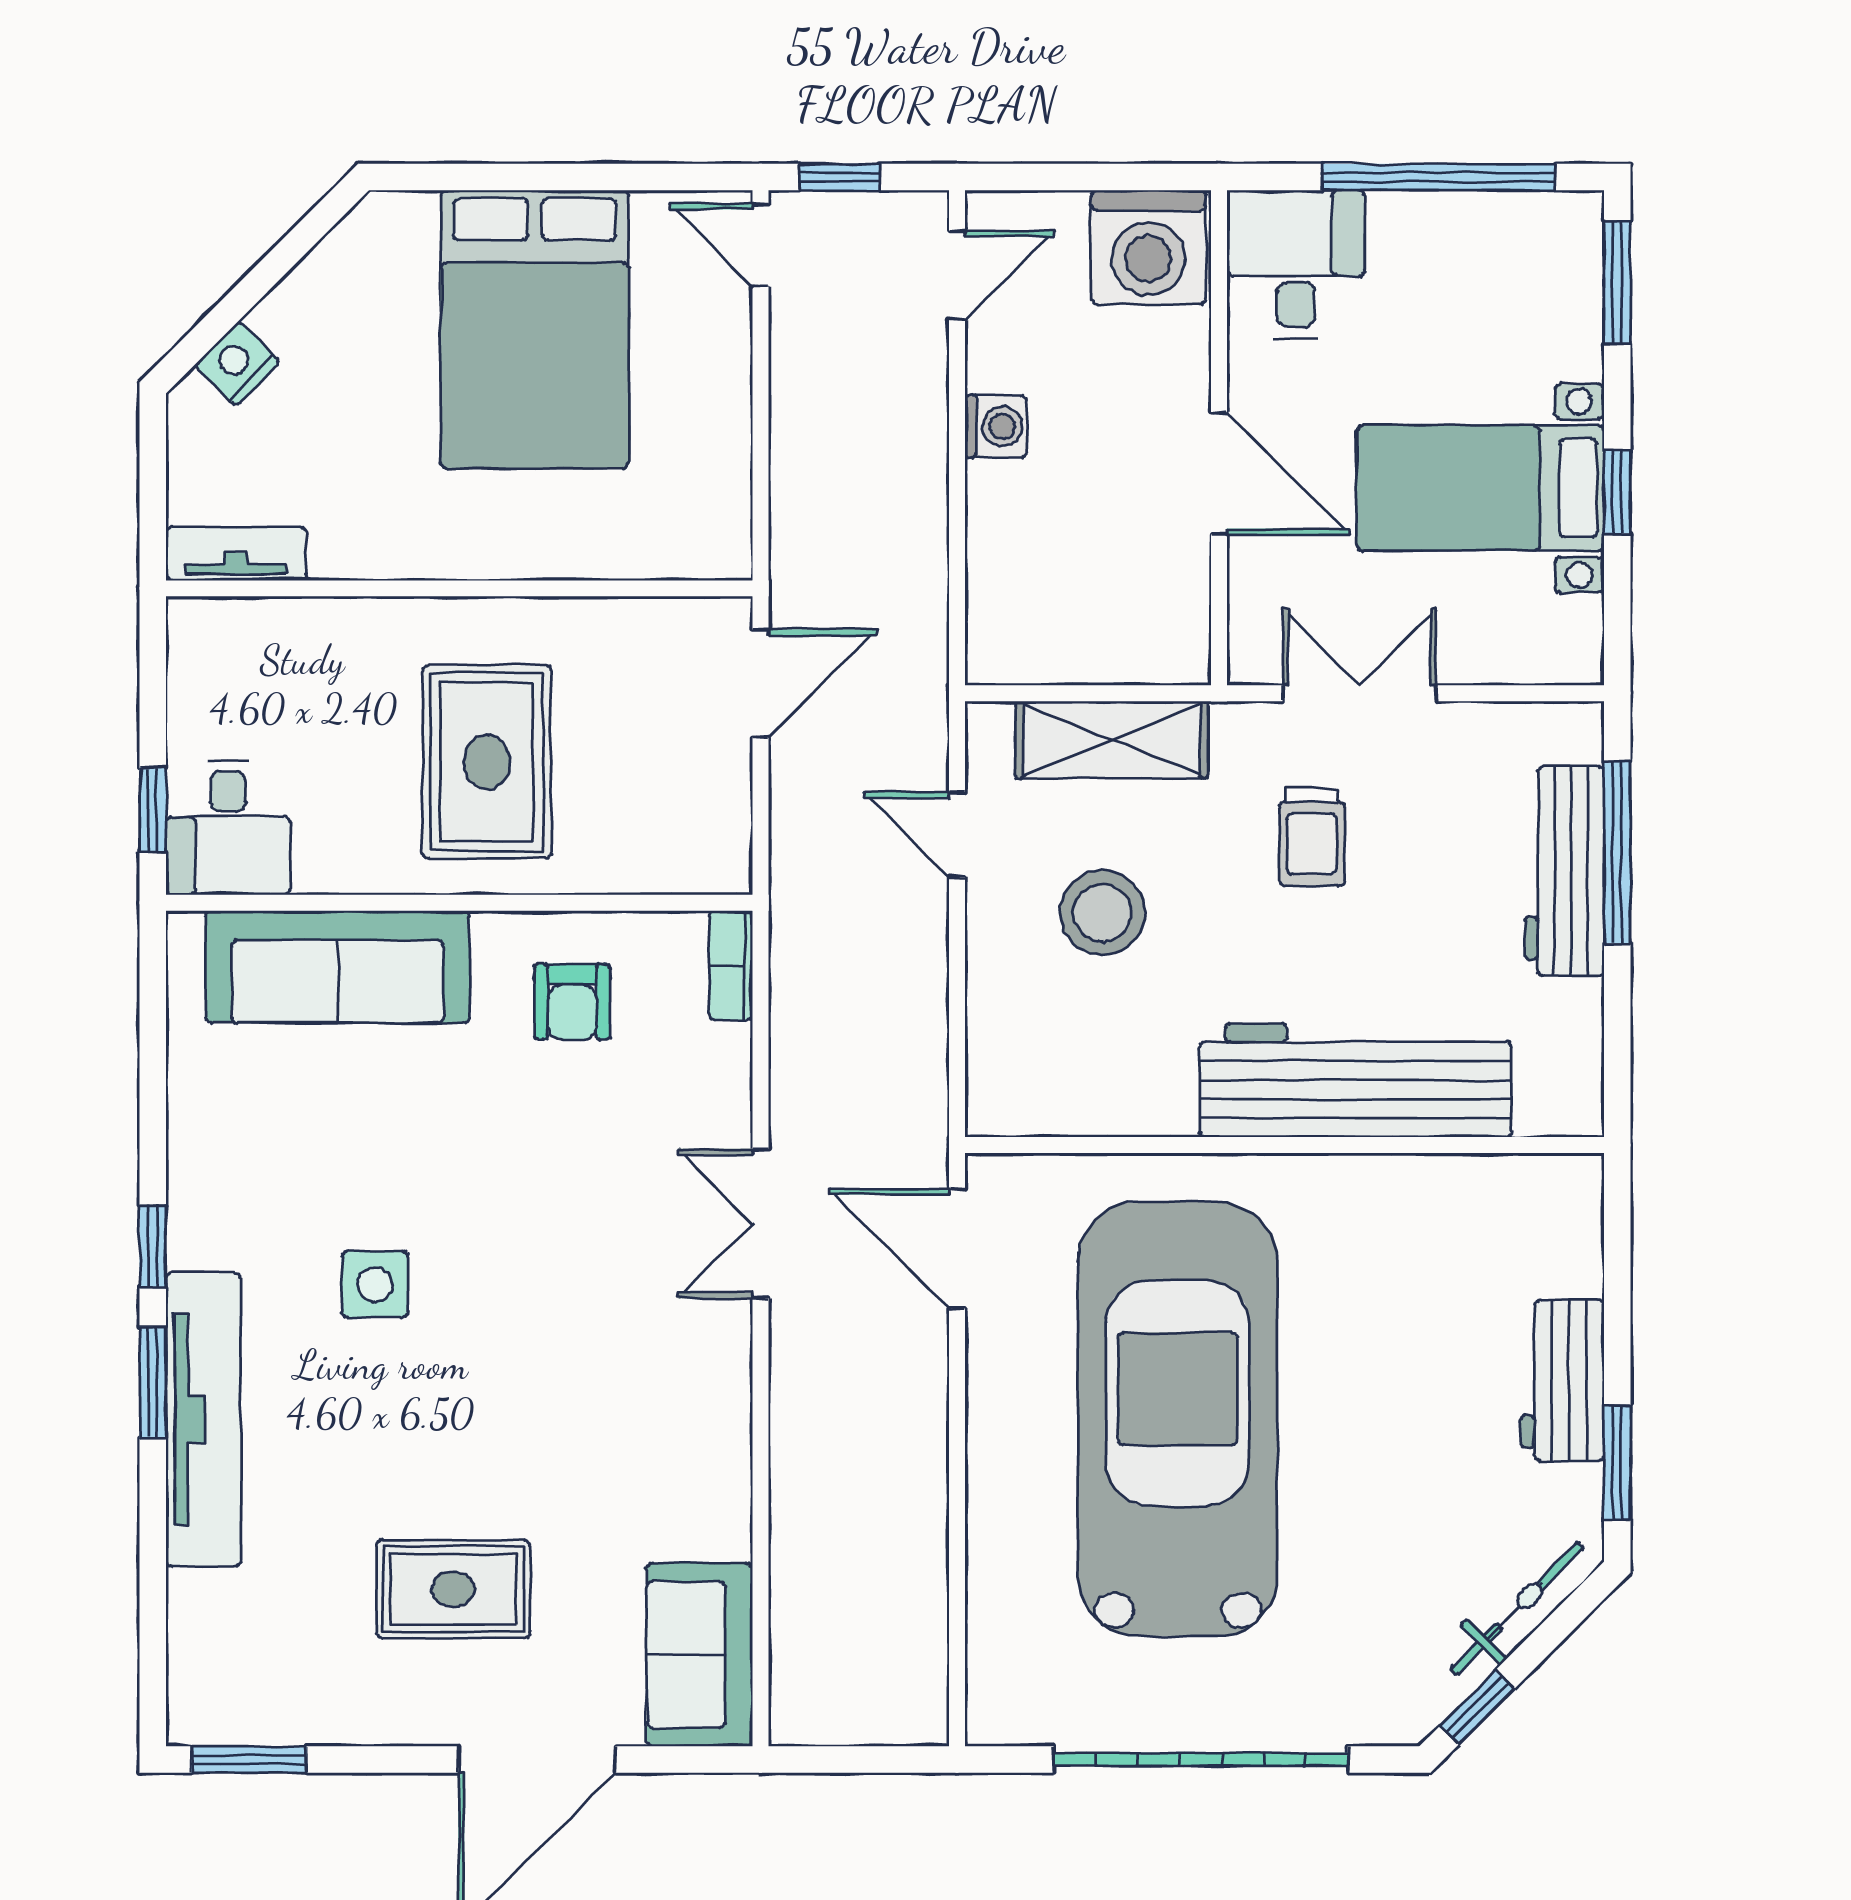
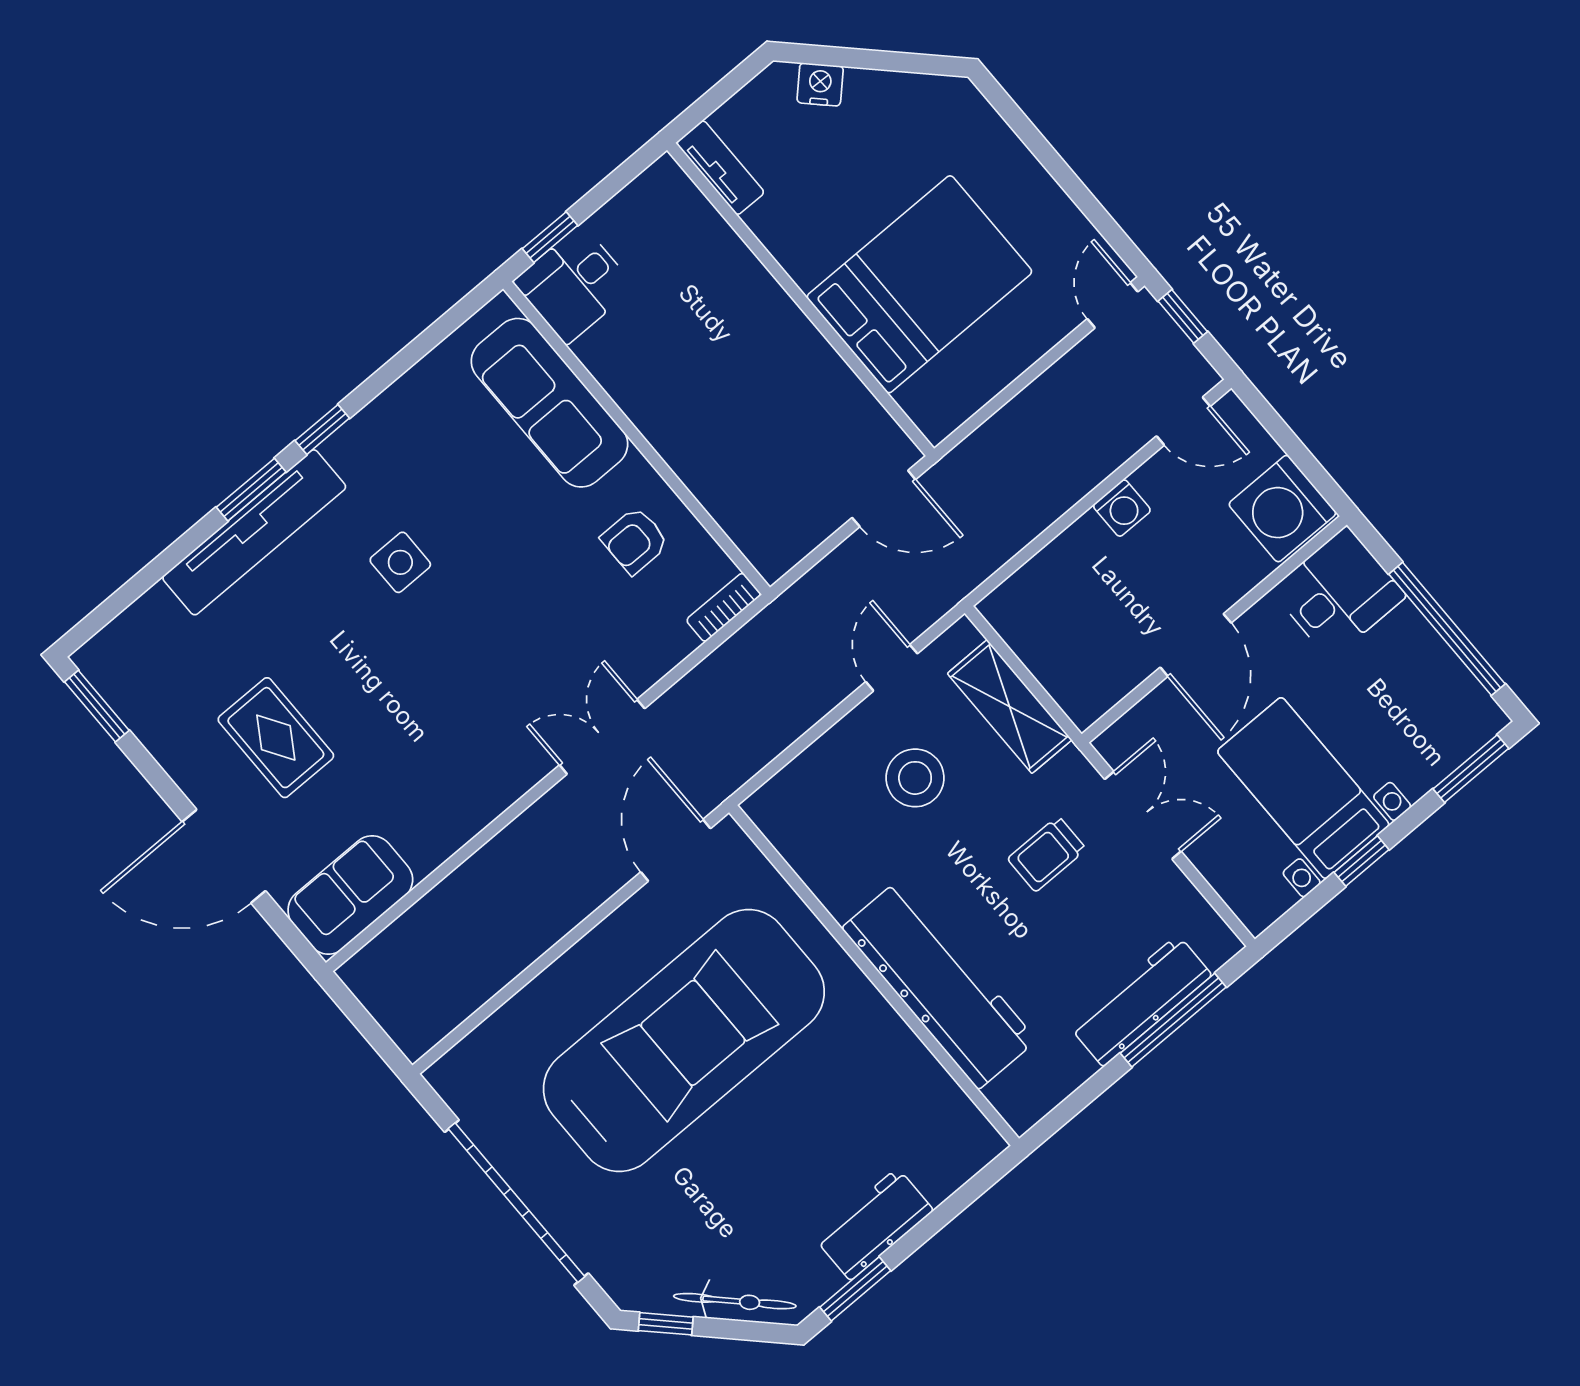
bed: (535, 329) -> (919, 284), moved, turned 180
rug: (487, 762) -> (722, 390), removed

